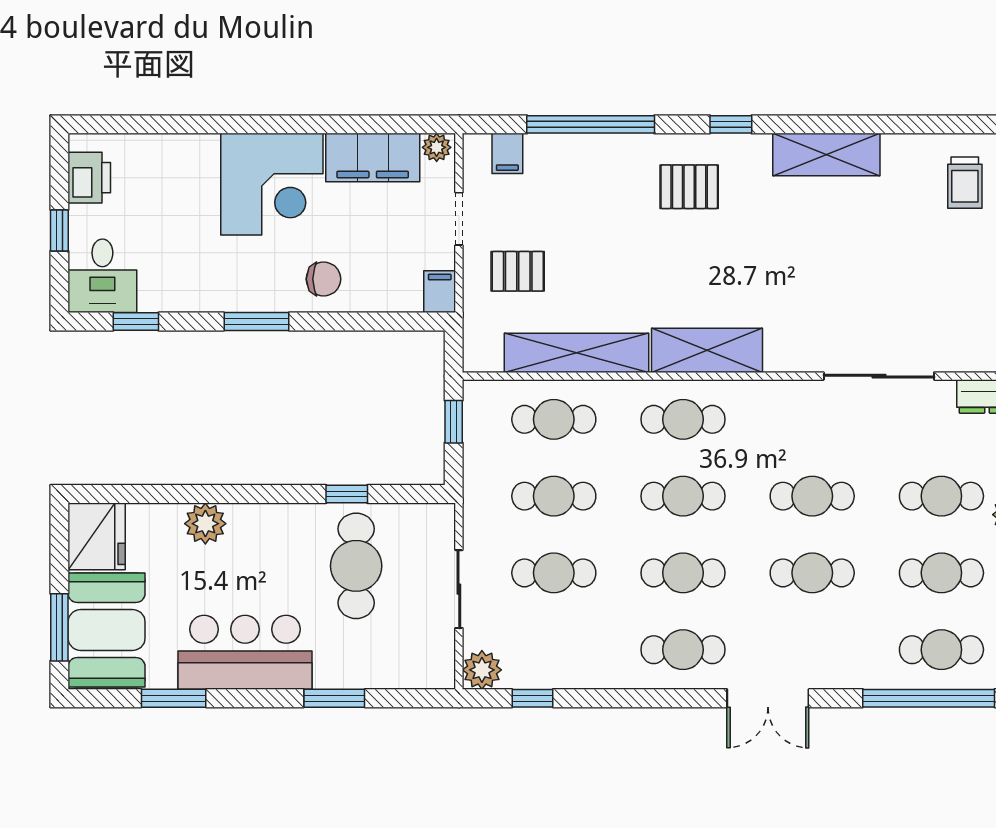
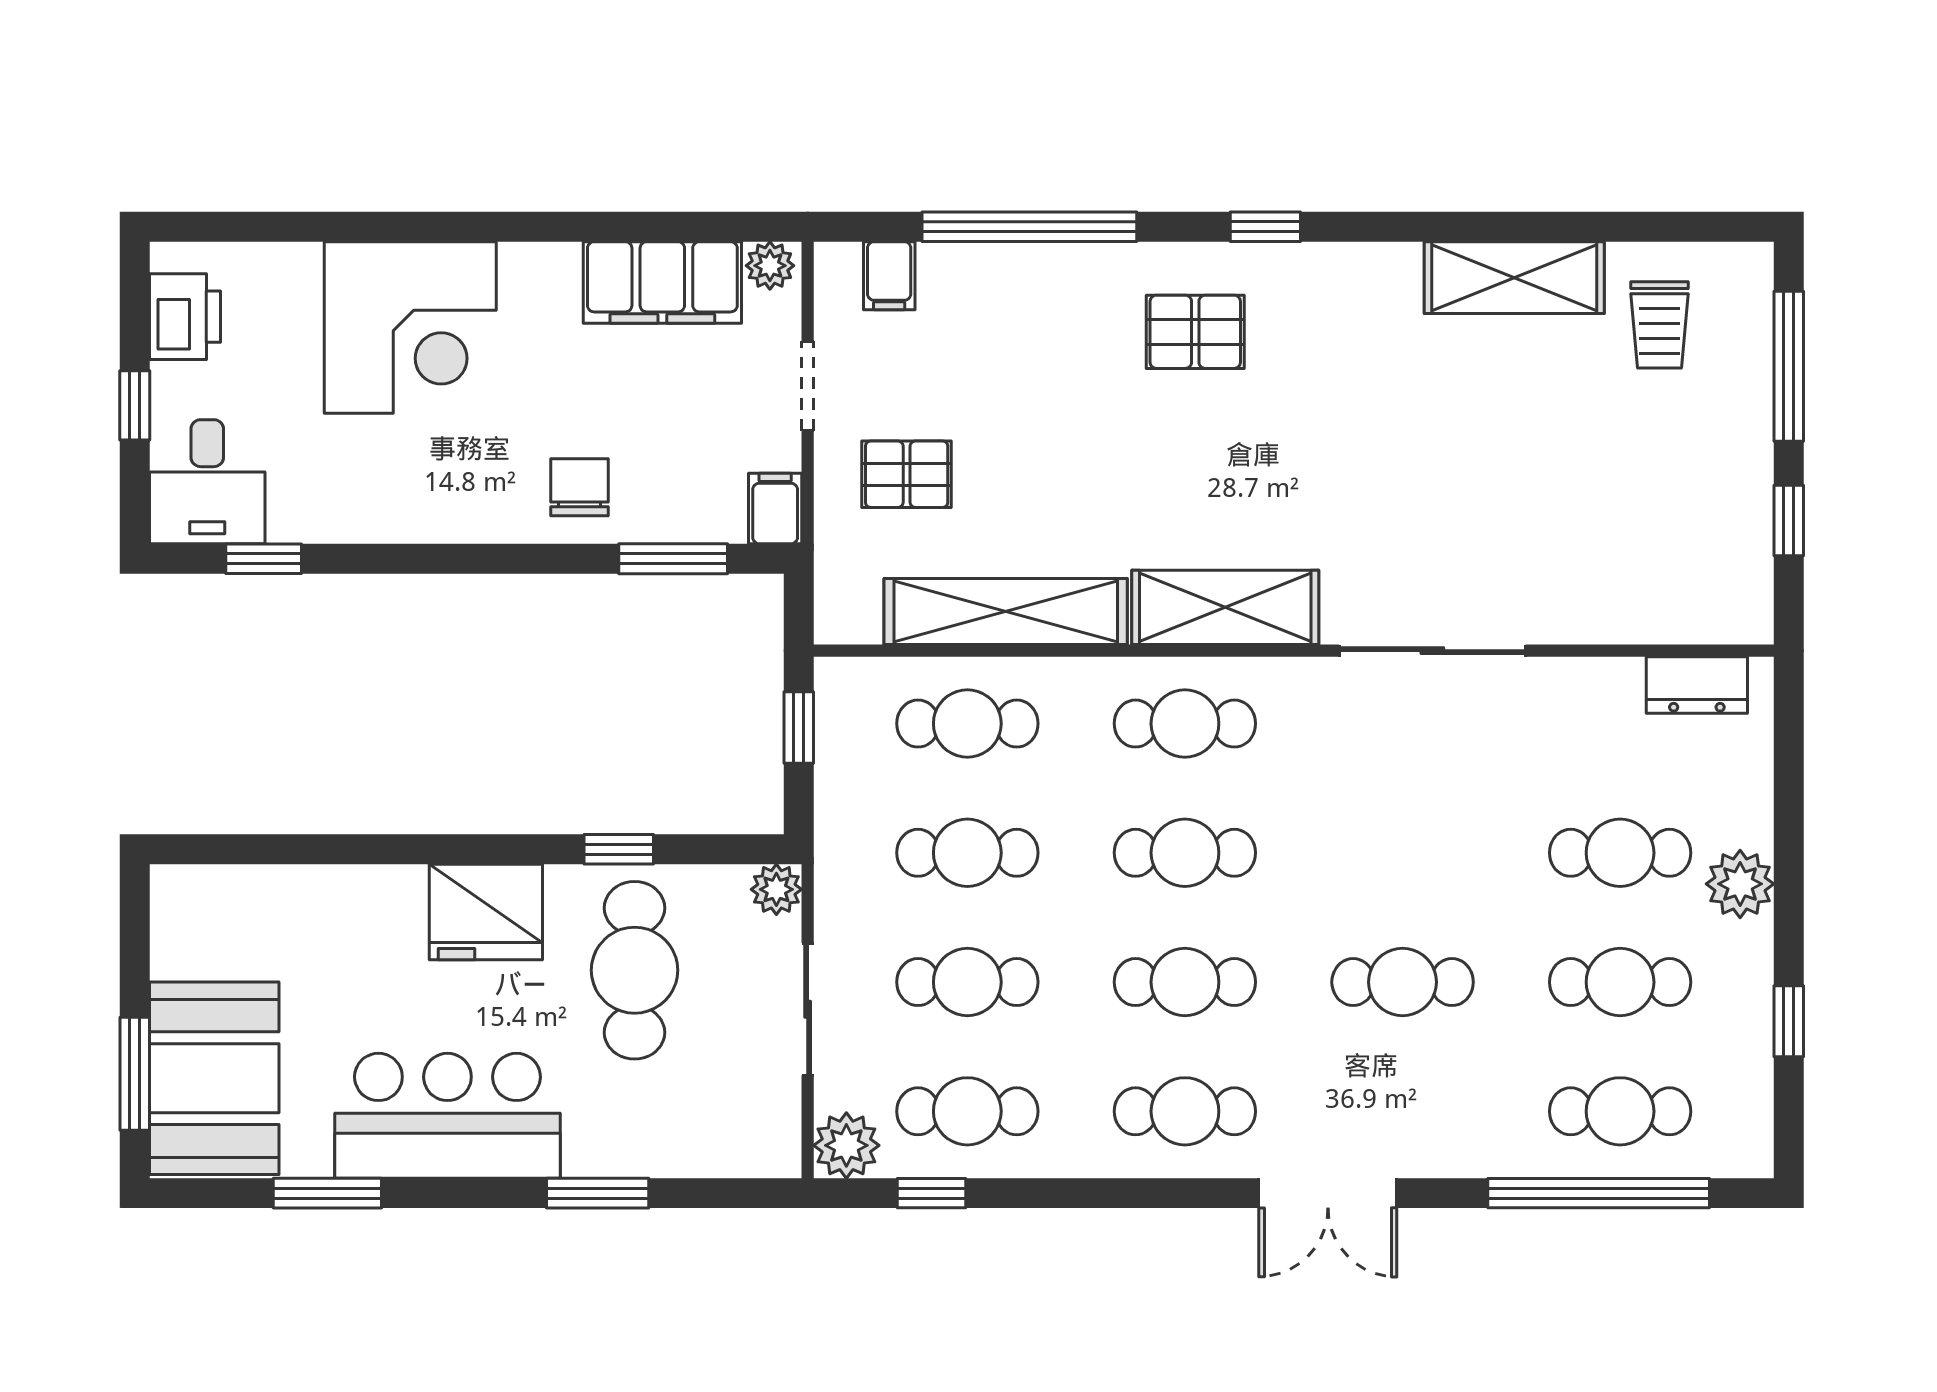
shelving: (826, 155) -> (1514, 278), moved
corner desk: (272, 184) -> (410, 328), moved
chair: (323, 279) -> (580, 487), turned -90
window: (256, 322) -> (673, 559), moved
sliding door: (879, 376) -> (1432, 651), moved
cafe table: (812, 496) -> (967, 1111), moved
plant: (205, 524) -> (776, 889), moved, width x0.73, depth x0.73
fridge: (97, 536) -> (486, 912), moved, turned 90

